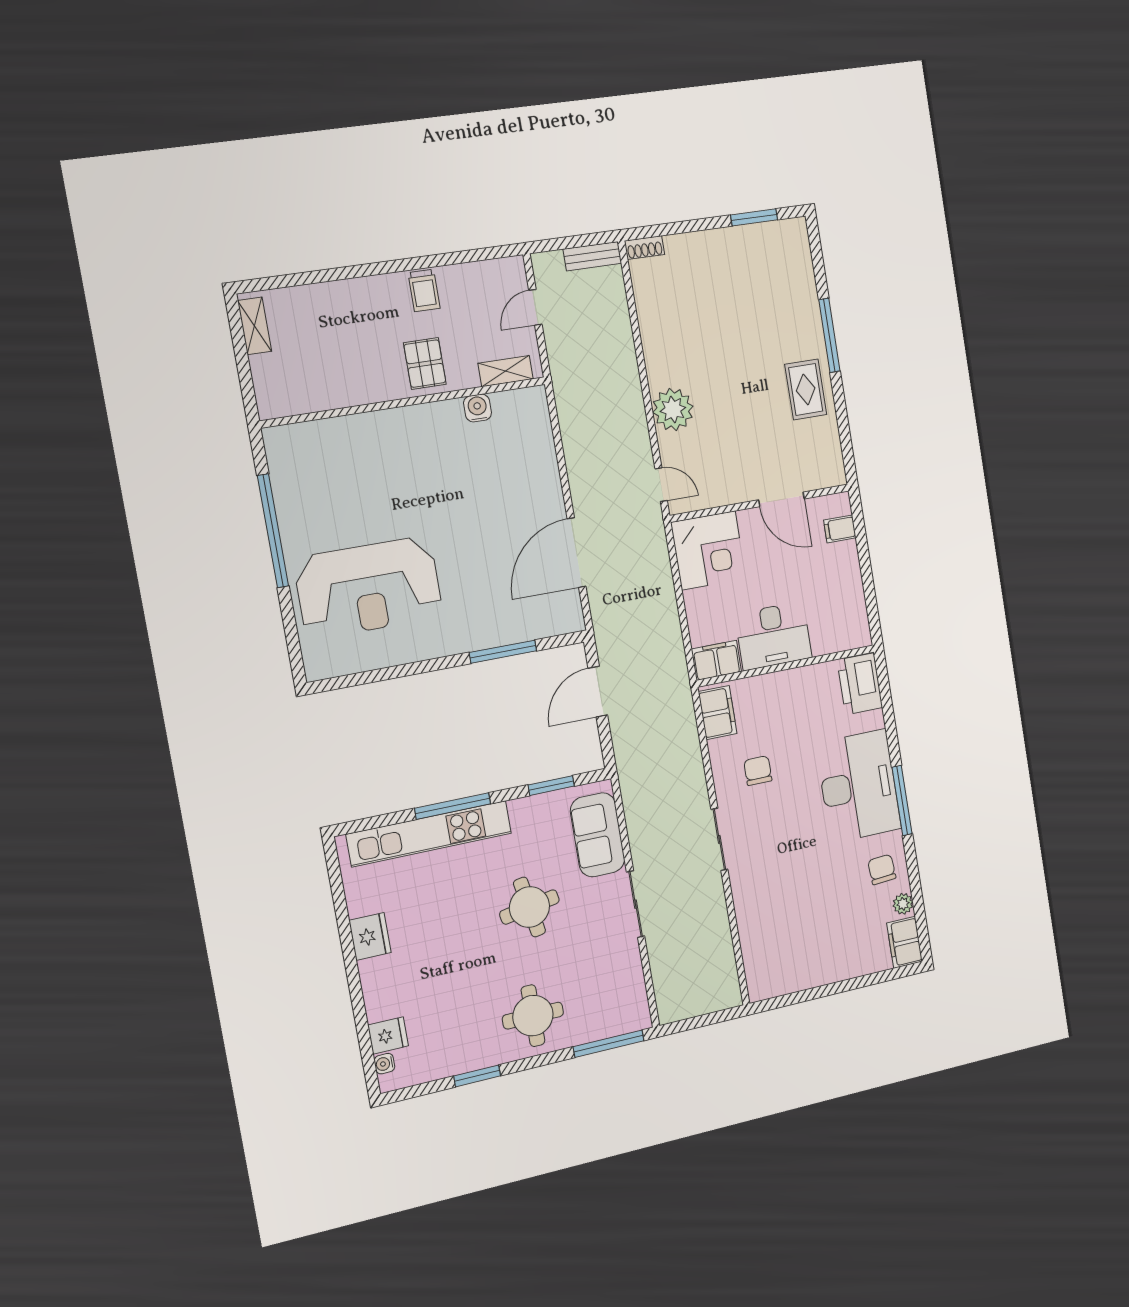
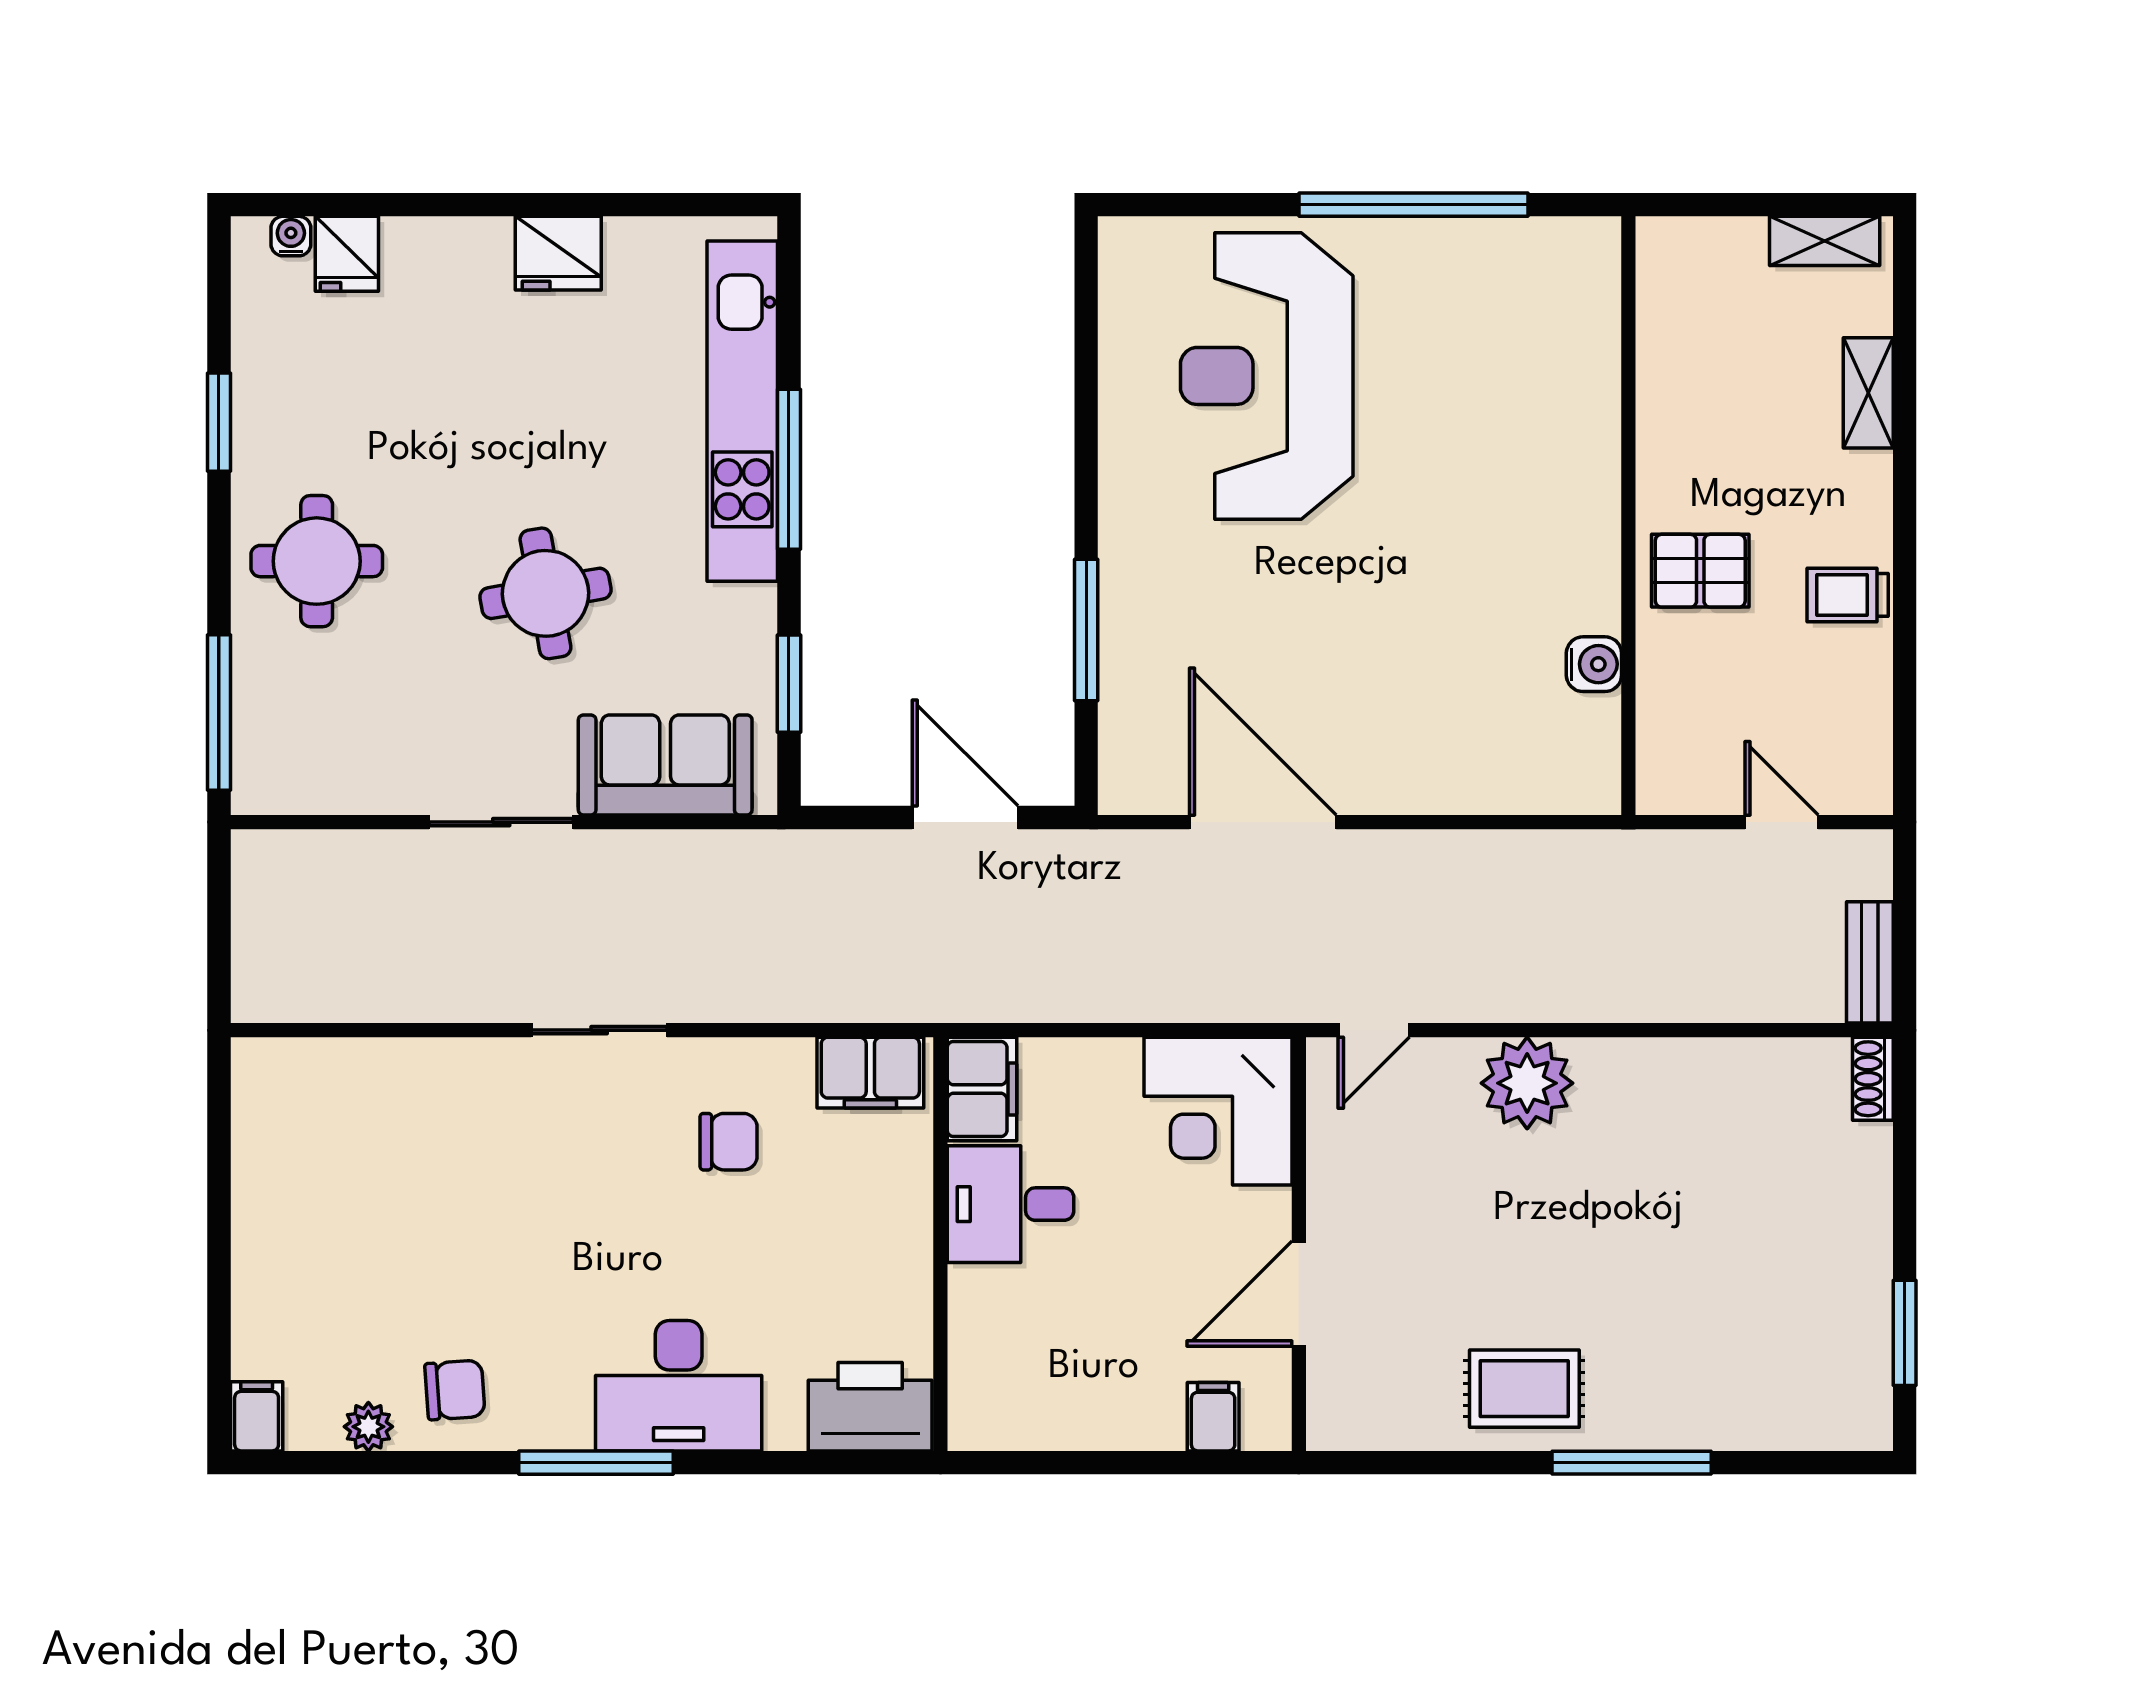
shelving: (506, 371) -> (1868, 393), moved
desk: (773, 636) -> (1010, 1204), width x0.73
desk: (858, 786) -> (679, 1386), width x0.73, depth x0.77
filing cabinet: (905, 942) -> (257, 1416), width x0.50

